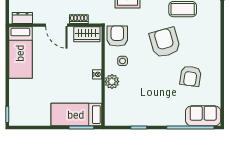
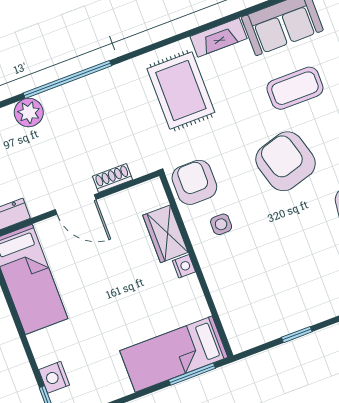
wardrobe: (87, 34) -> (165, 234), moved, turned 90
plant: (112, 82) -> (216, 269), removed
nightstand: (15, 104) -> (54, 377), added

